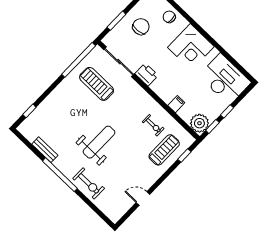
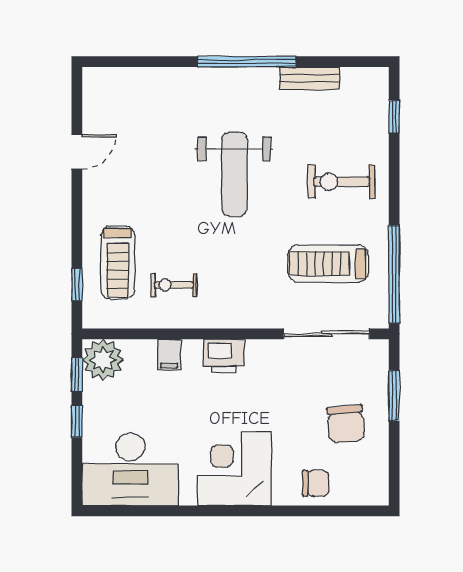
printer: (147, 75) -> (224, 356), moved
treadmill: (97, 84) -> (328, 264), turned 180
exercise bike: (89, 183) -> (342, 182), moved

